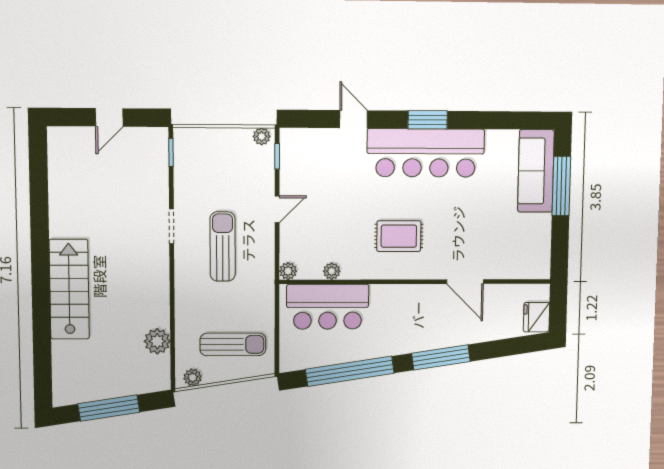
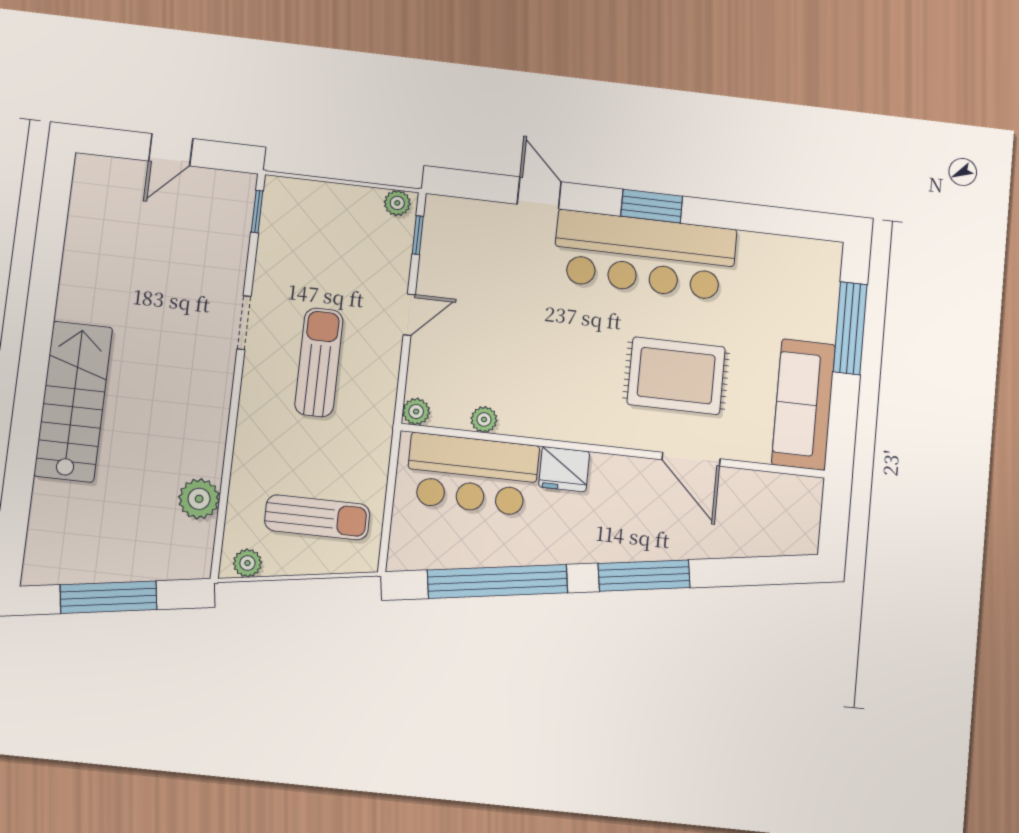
sofa: (536, 171) -> (803, 404), moved
rug: (399, 236) -> (676, 376), moved, width x1.36, depth x1.43
fridge: (537, 317) -> (564, 469), moved, turned -90

